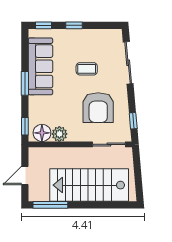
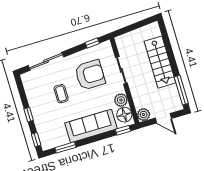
sofa: (40, 66) -> (91, 126), moved
window: (25, 83) -> (65, 147), moved
sliding door: (109, 144) -> (121, 70), moved
plant: (36, 154) -> (144, 115), added
stairs: (89, 185) -> (160, 62), width x0.73, depth x0.66

